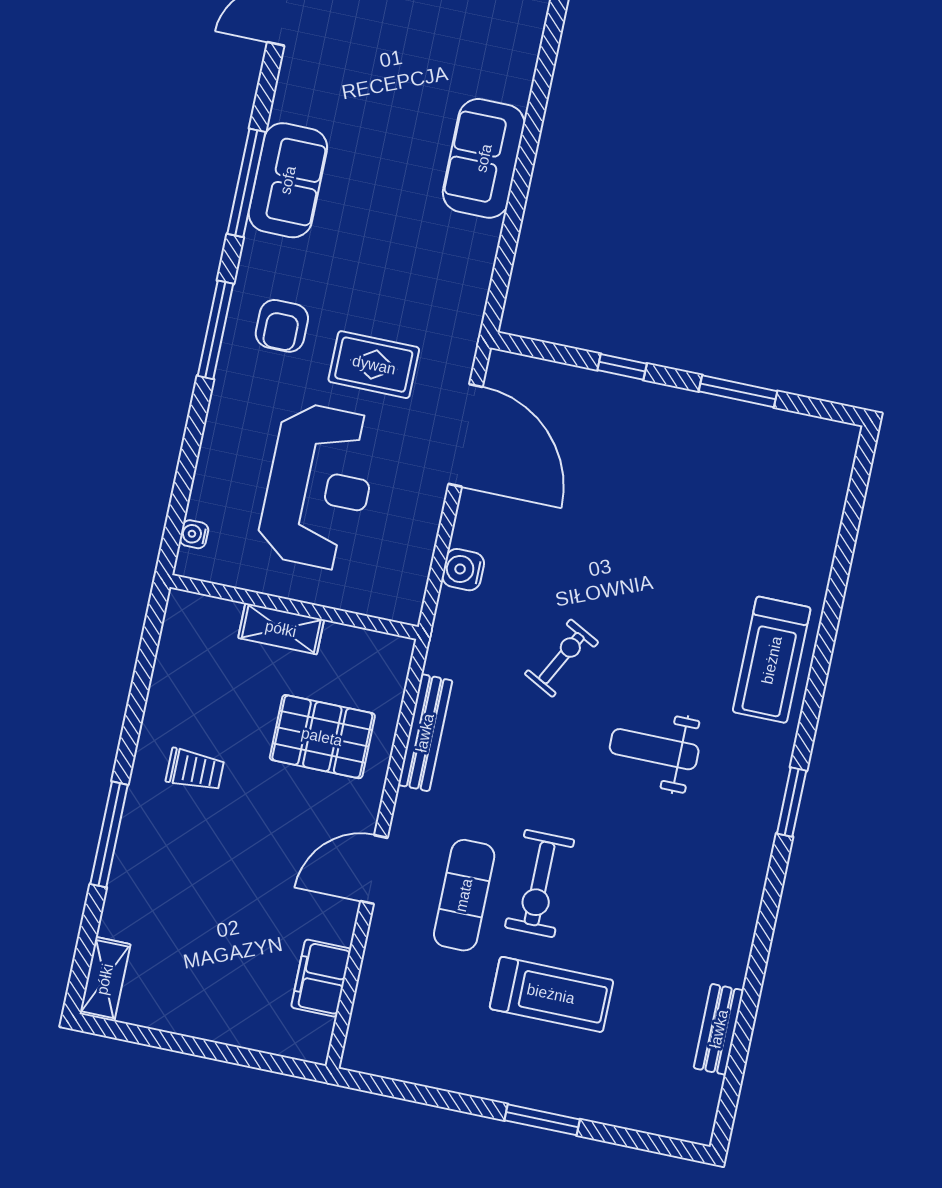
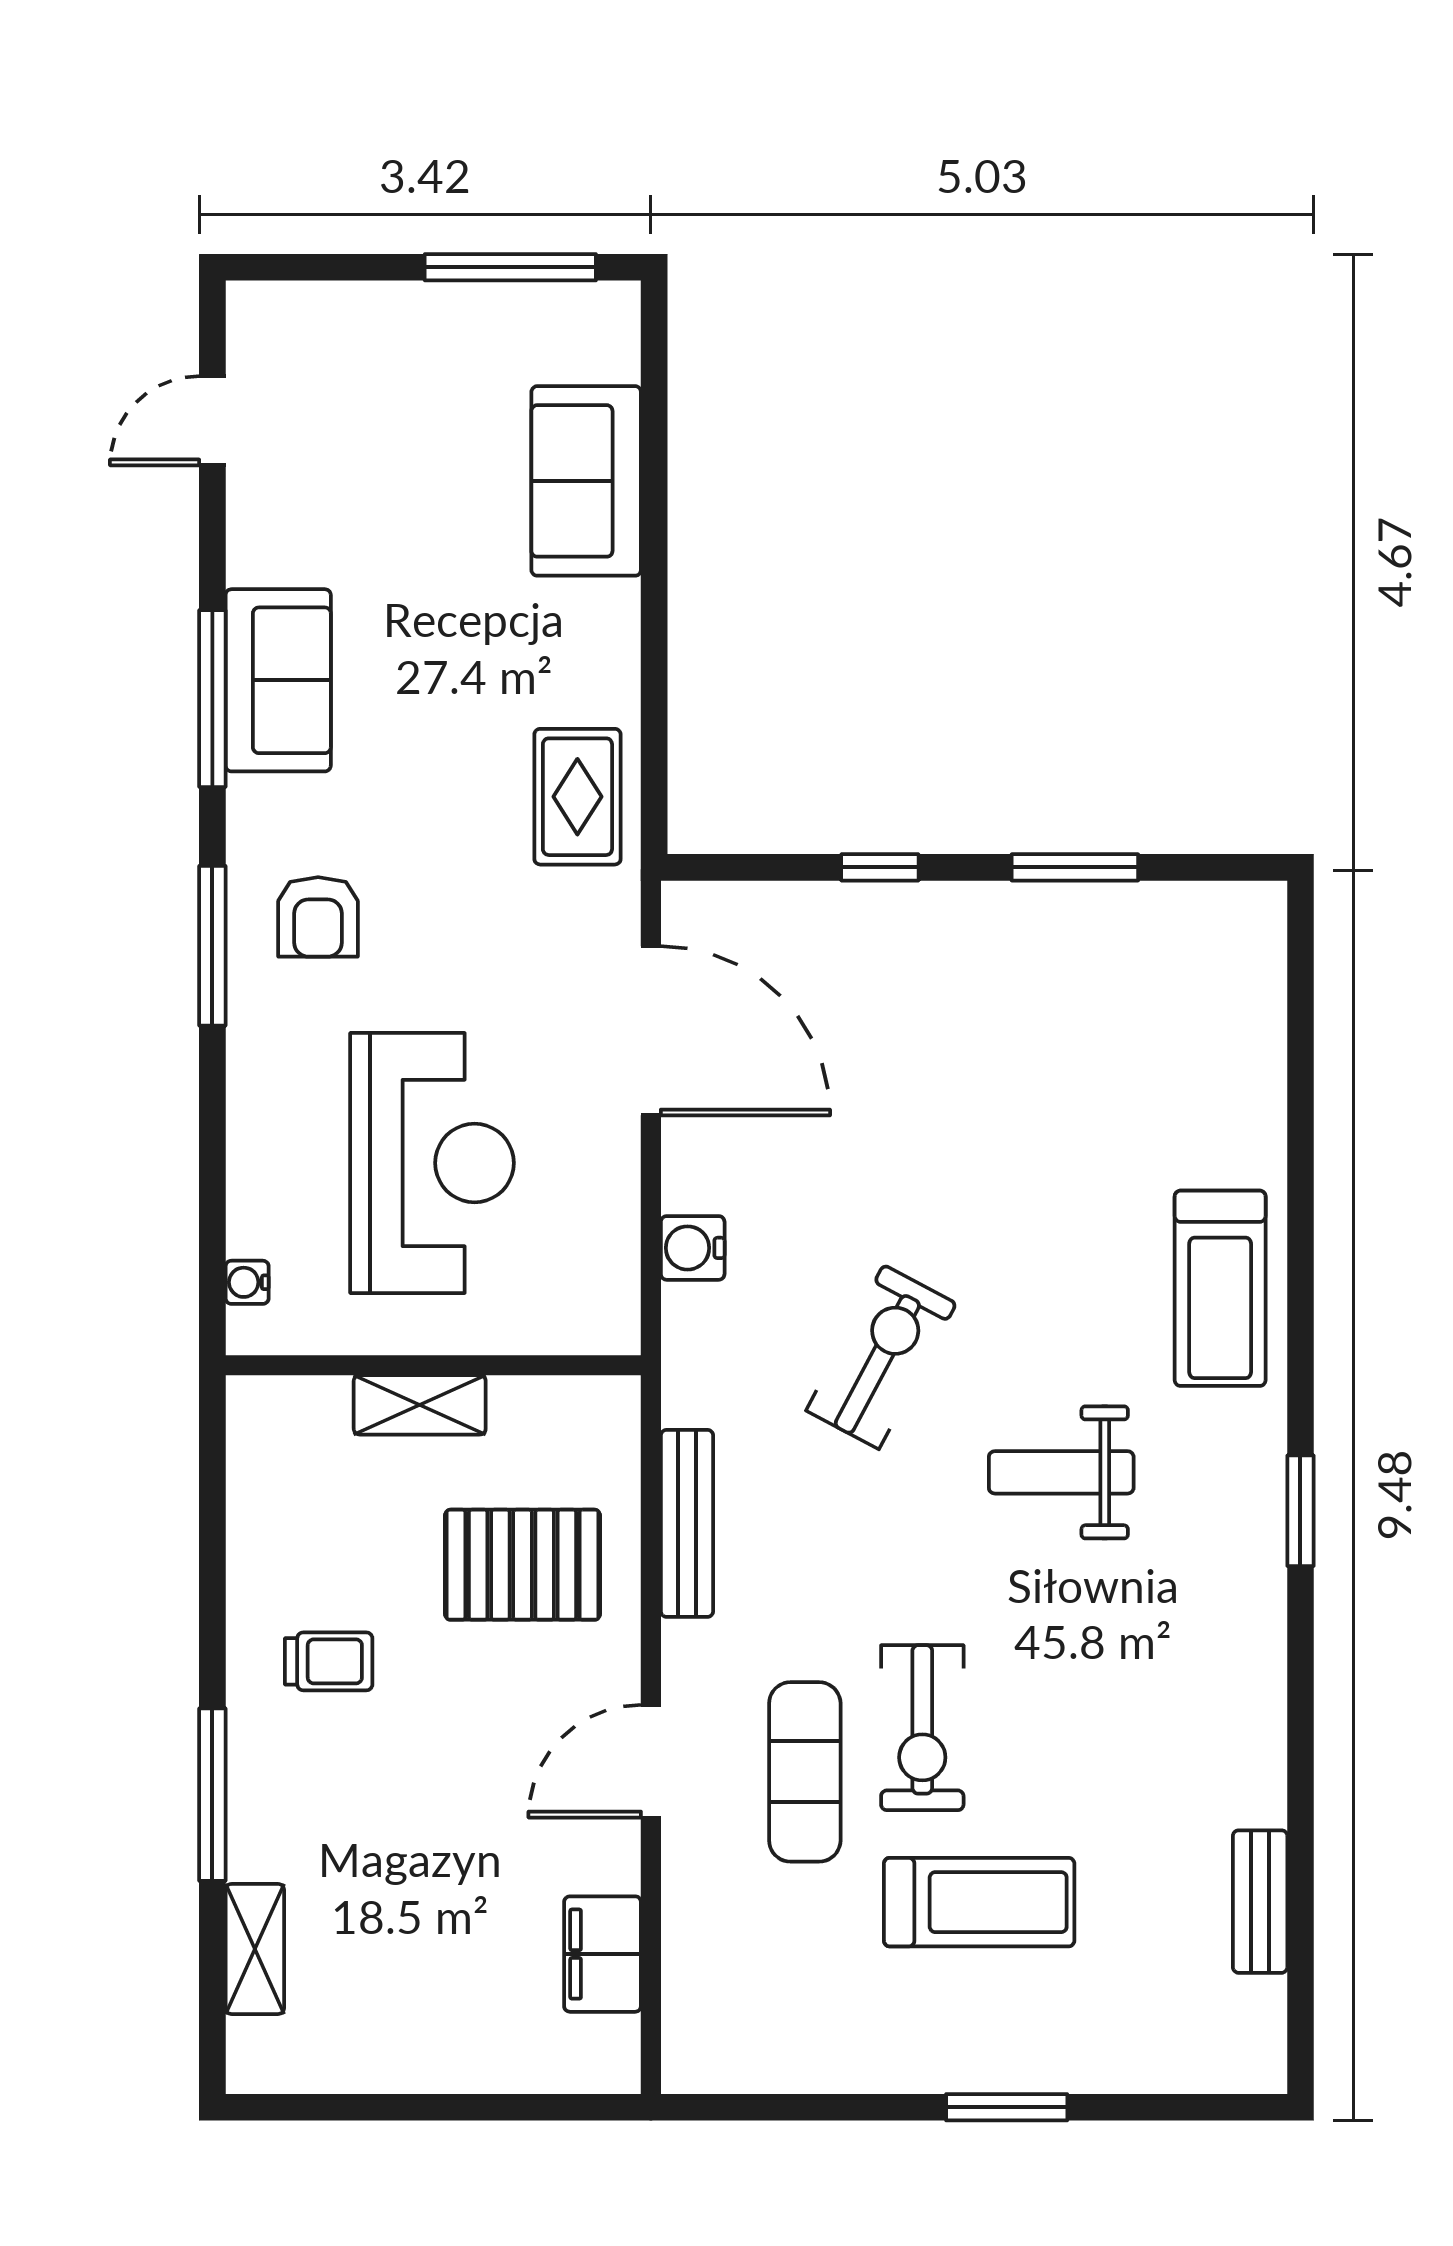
sofa: (484, 158) -> (586, 481), moved
rug: (374, 365) -> (577, 797), moved, turned 90
exercise bike: (562, 658) -> (881, 1357), width x1.38, depth x1.39
shelving: (105, 979) -> (255, 1949), moved

